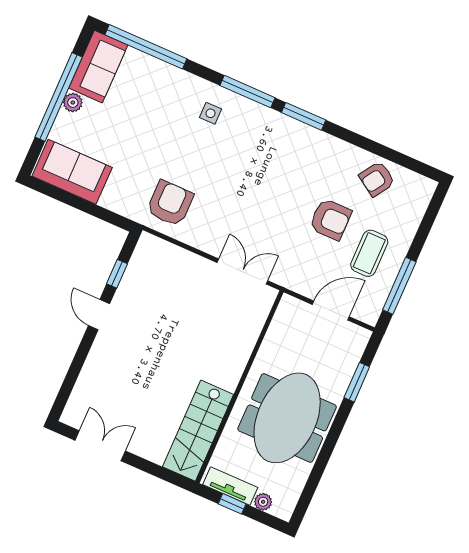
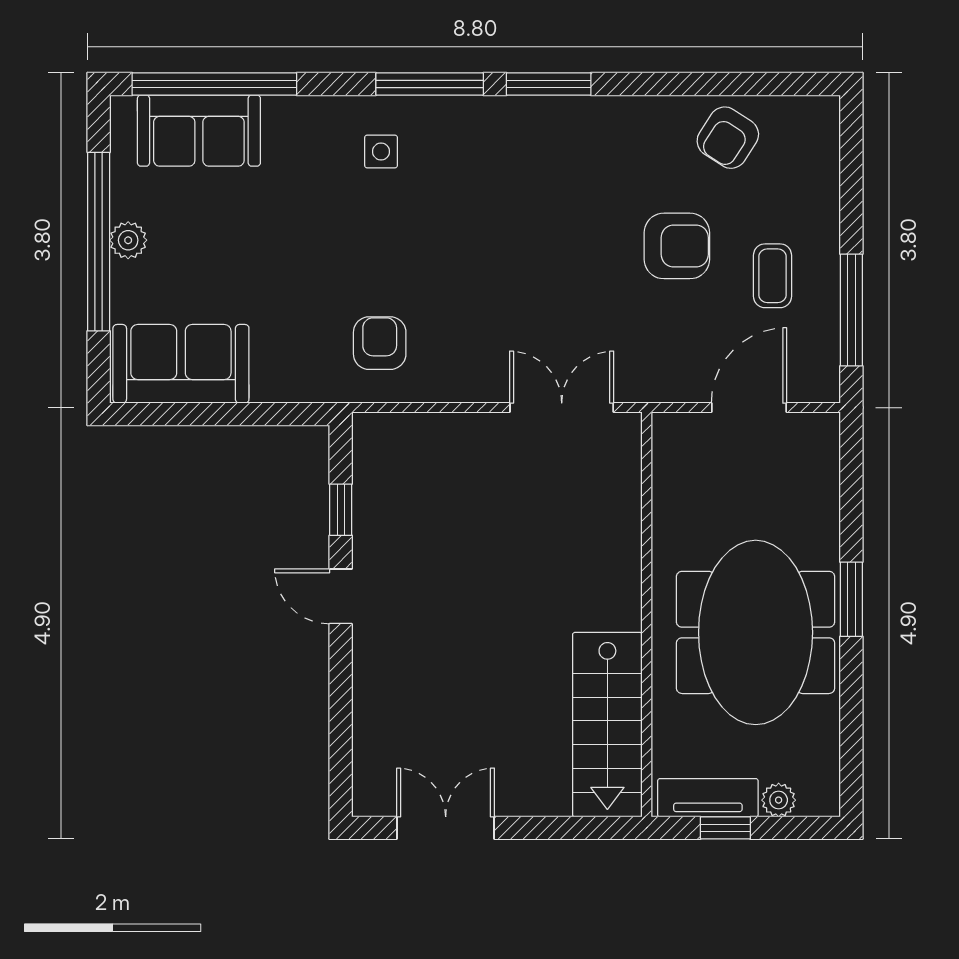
sofa: (98, 67) -> (199, 131), moved, turned 90
armchair: (170, 203) -> (380, 343), width x0.72, depth x0.72
coffee table: (369, 253) -> (772, 276), width x0.73, depth x0.77
window: (357, 382) -> (851, 599), moved

